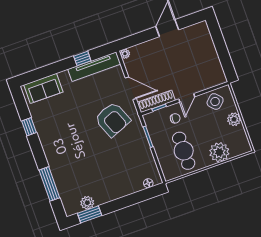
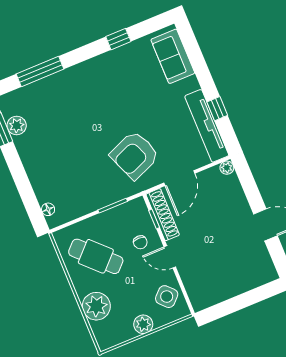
cafe table: (184, 151) -> (96, 256), turned 45

